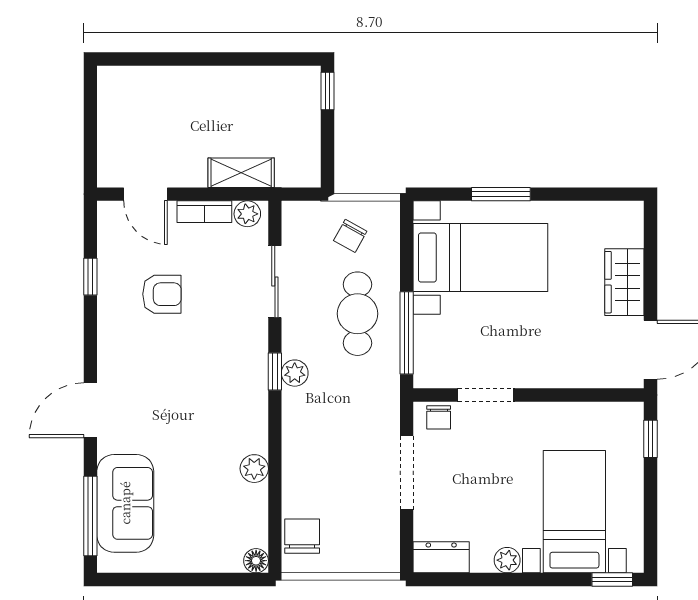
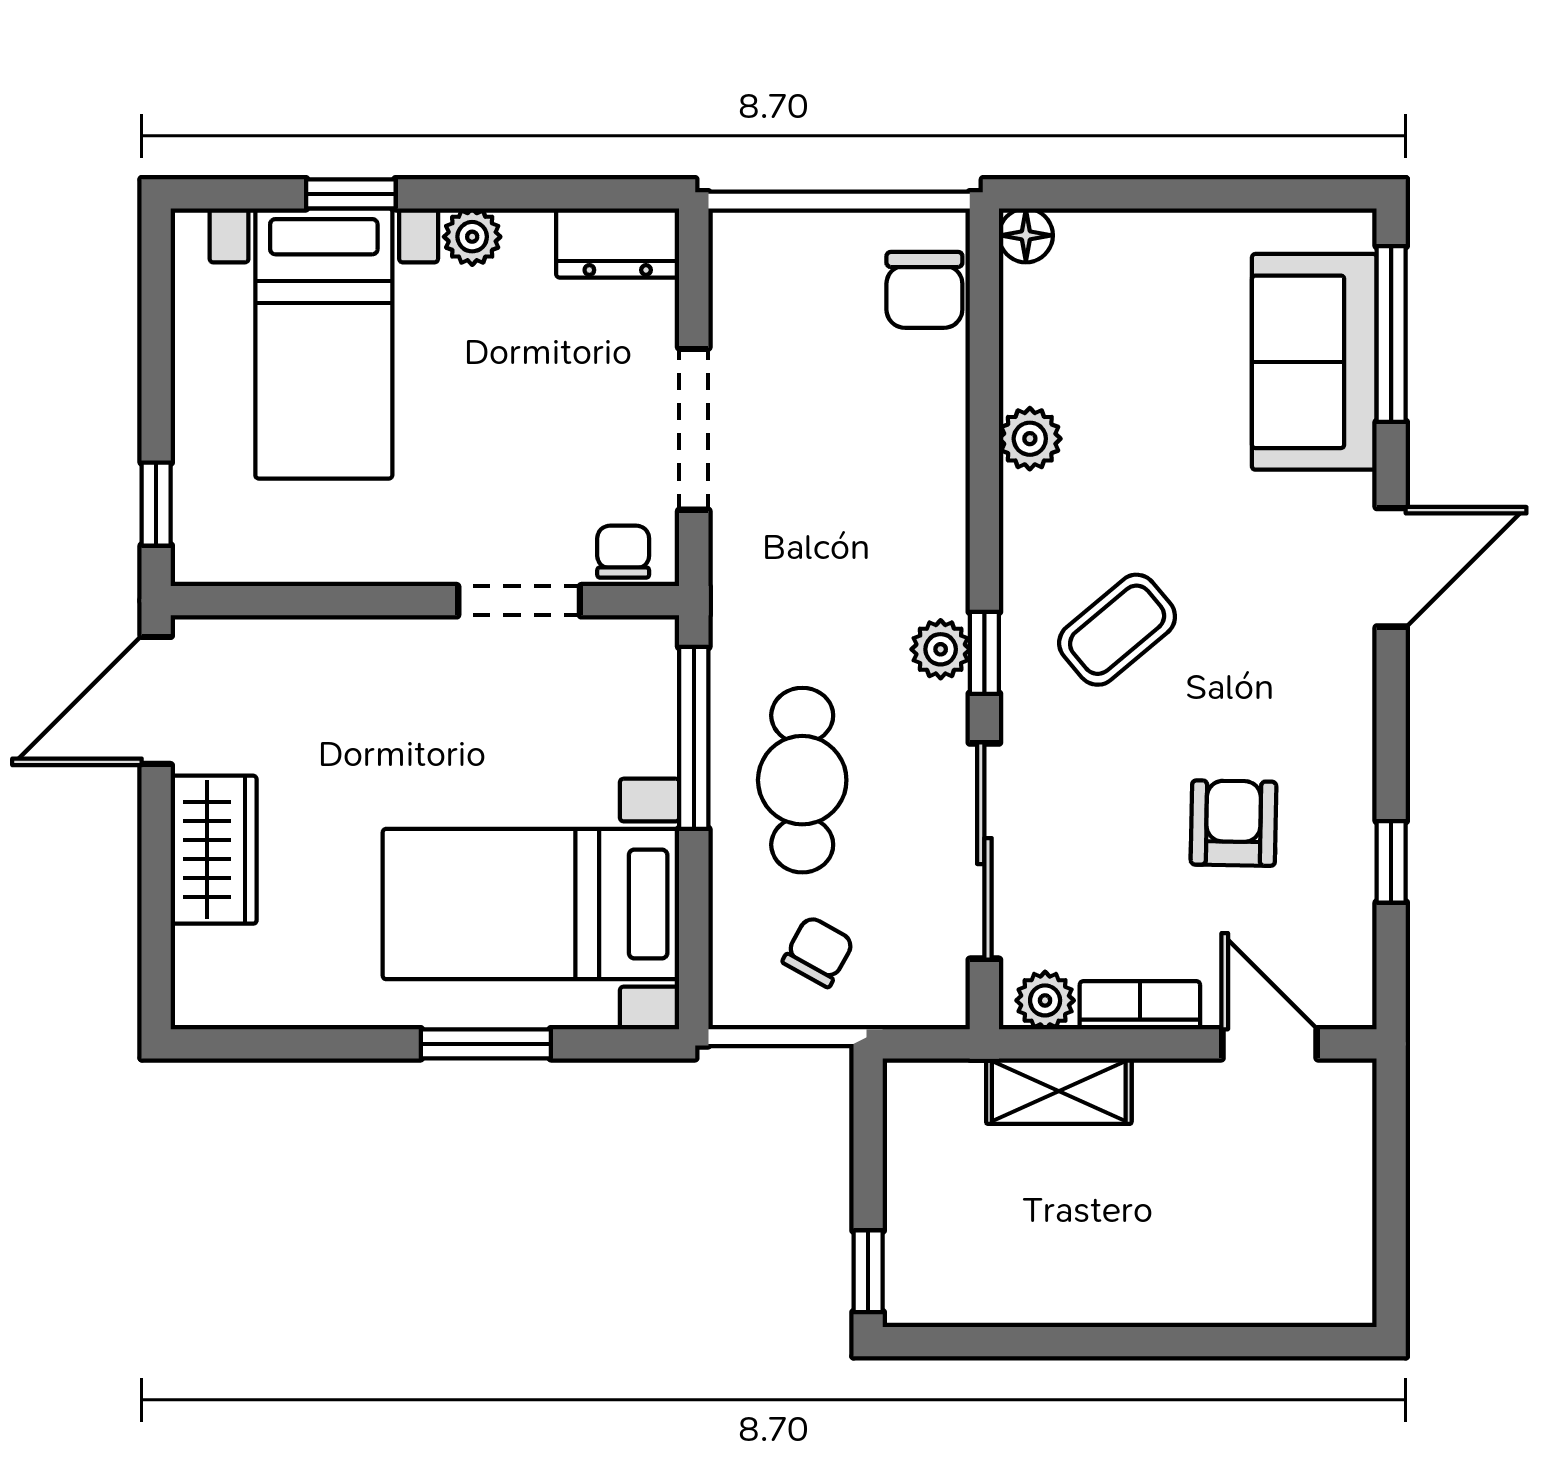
sliding door: (275, 282) -> (984, 851), width x1.37
armchair: (162, 294) -> (1233, 823), turned 91
coffee table: (215, 382) -> (1117, 630), added
window: (612, 580) -> (351, 194), moved

